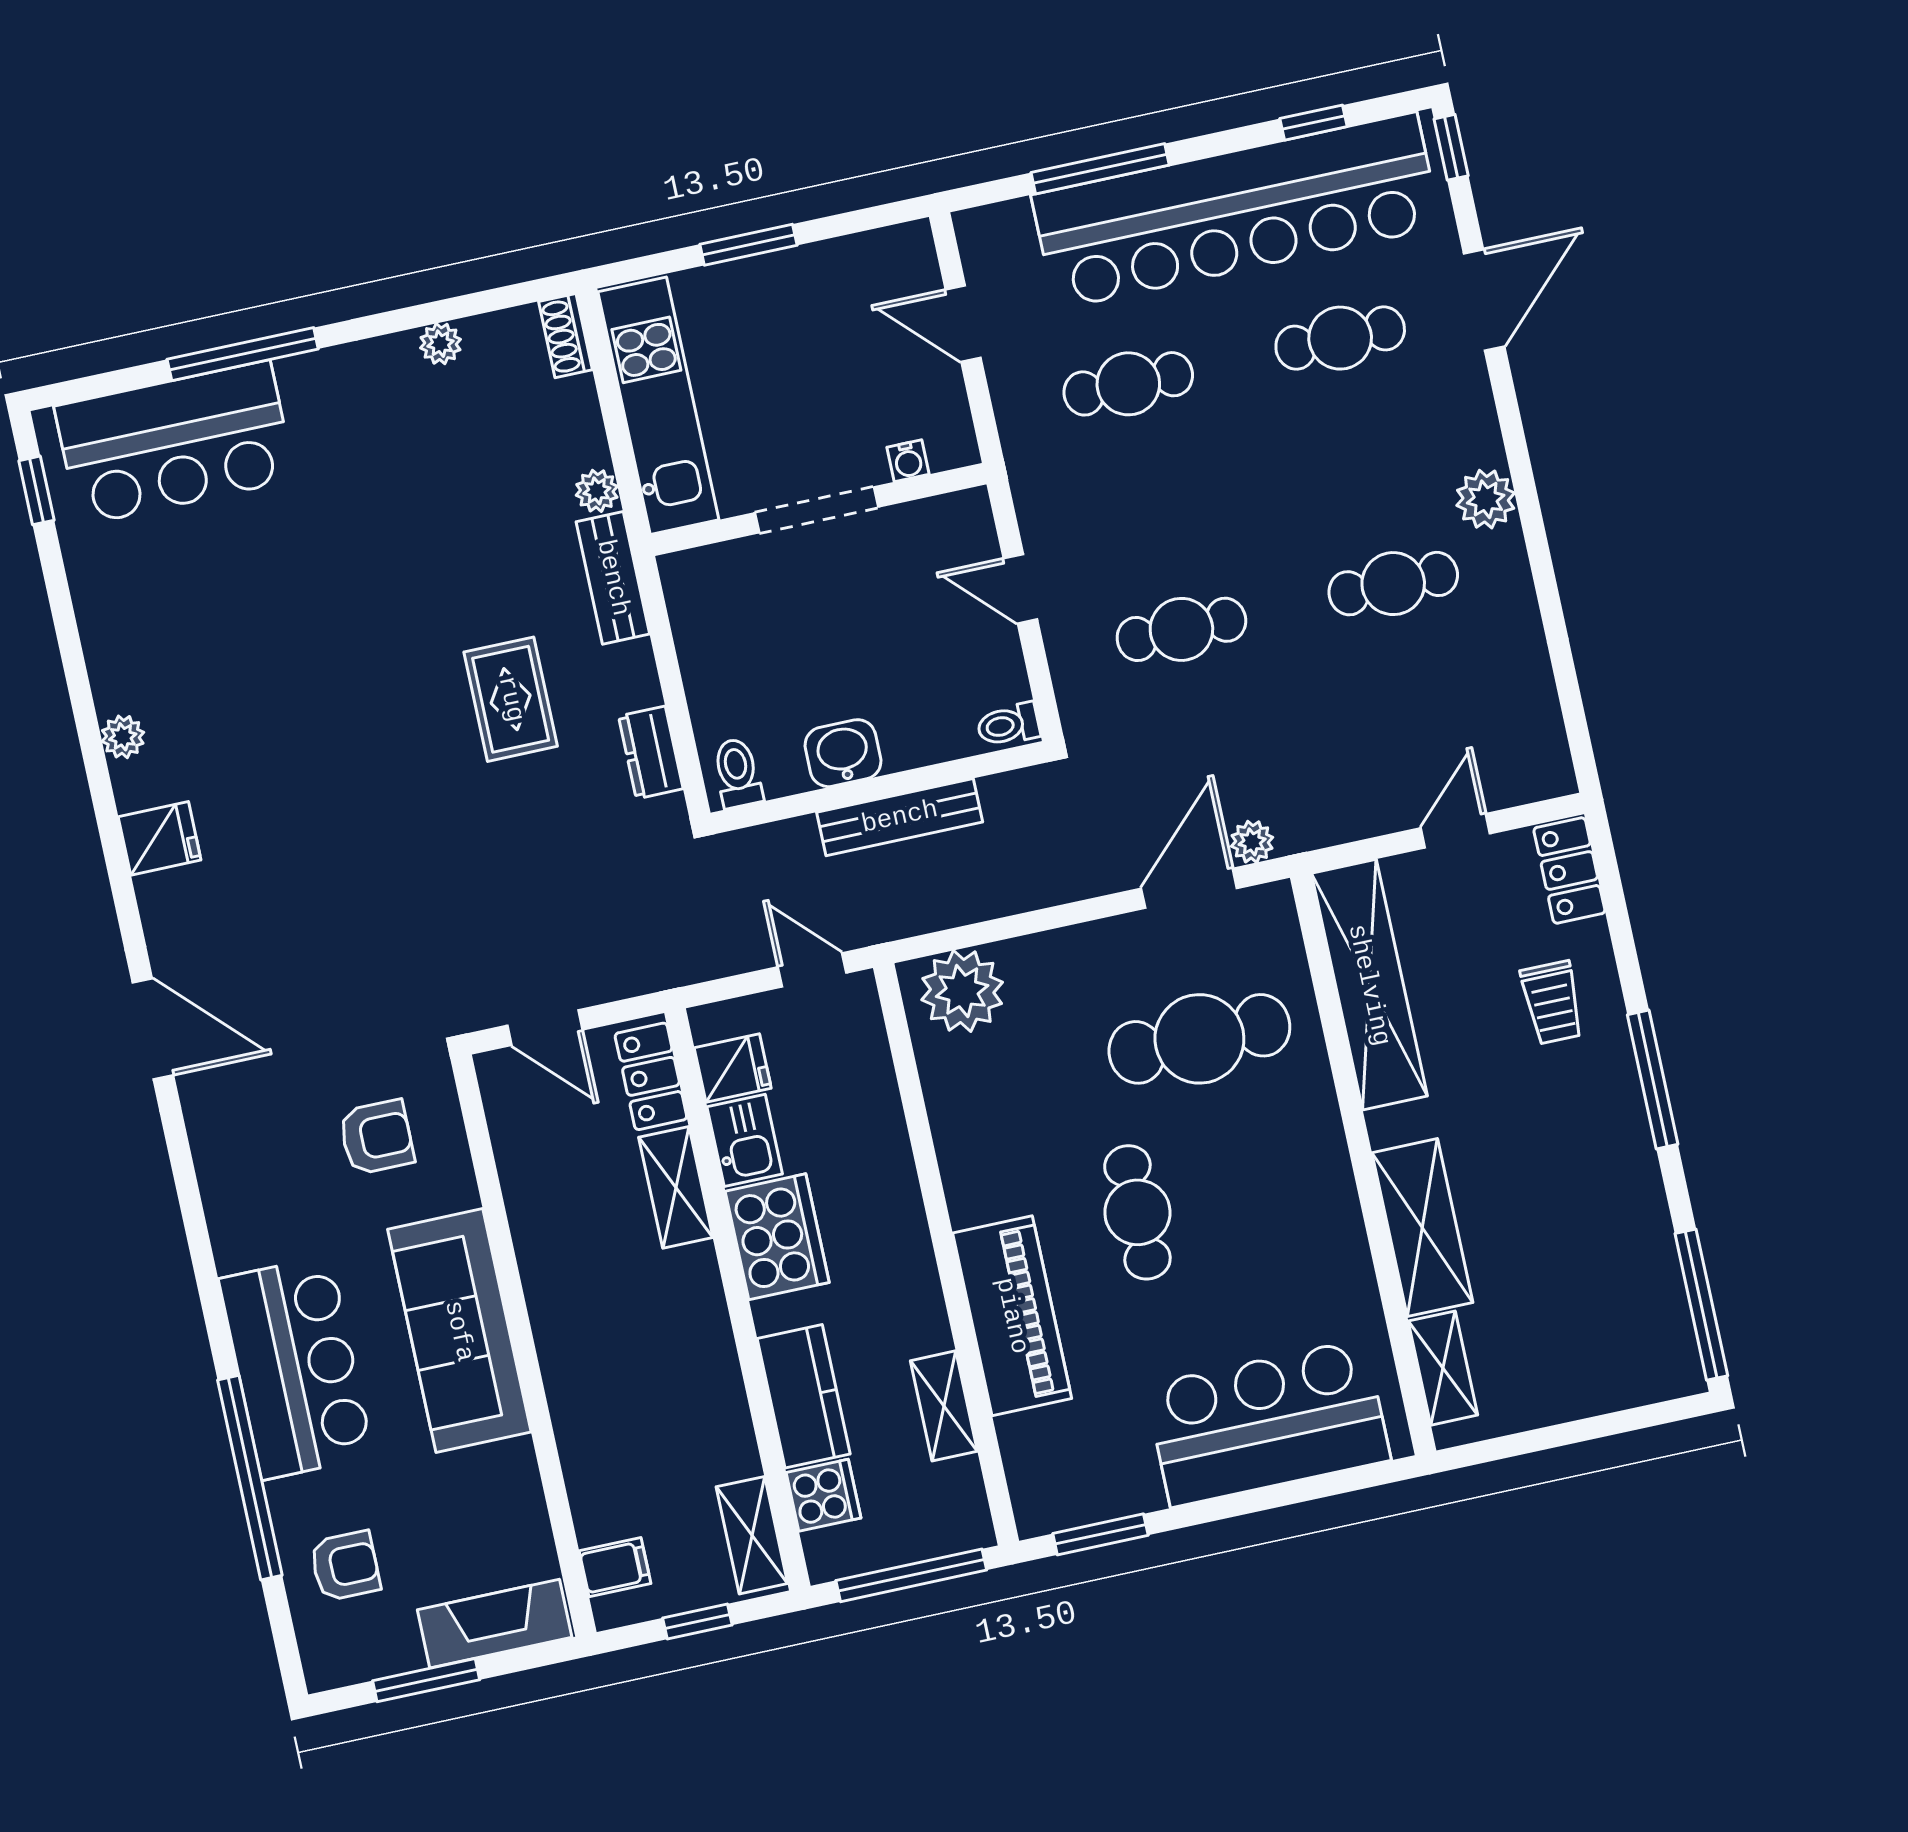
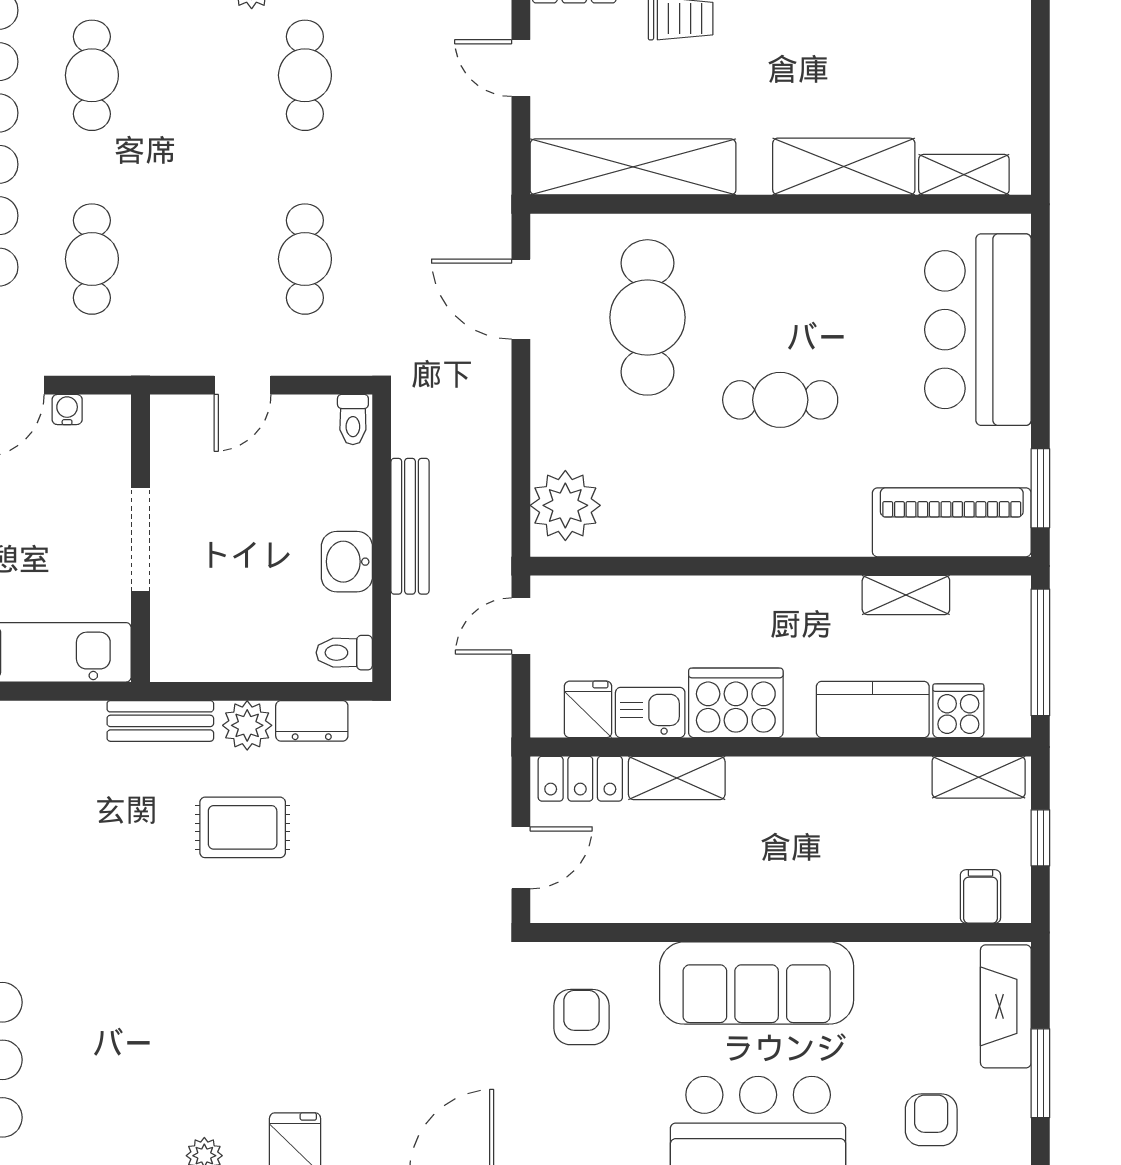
water cooler: (908, 461) -> (67, 409), moved, turned -90
plant: (597, 491) -> (247, 725), moved, width x1.38, depth x1.38
plant: (1252, 842) -> (494, 239), removed
piano: (1012, 1316) -> (952, 522), moved

